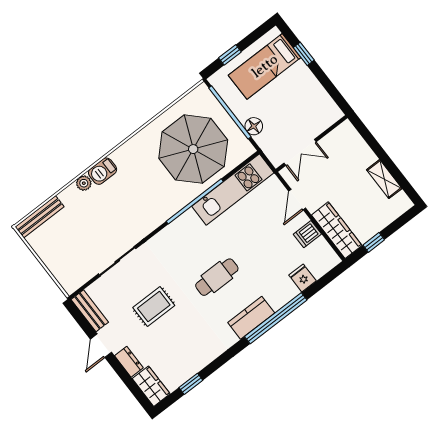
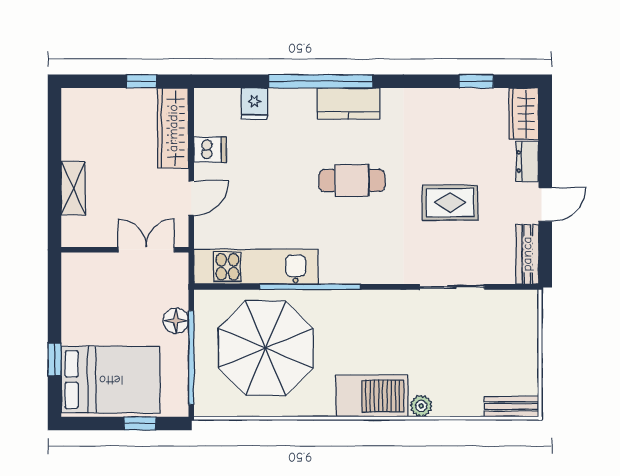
bed: (265, 66) -> (111, 380), width x1.50
barbecue: (103, 171) -> (372, 396), width x1.88, depth x1.53
shelving: (384, 179) -> (73, 188), moved
bench: (40, 217) -> (512, 406), width x0.73

